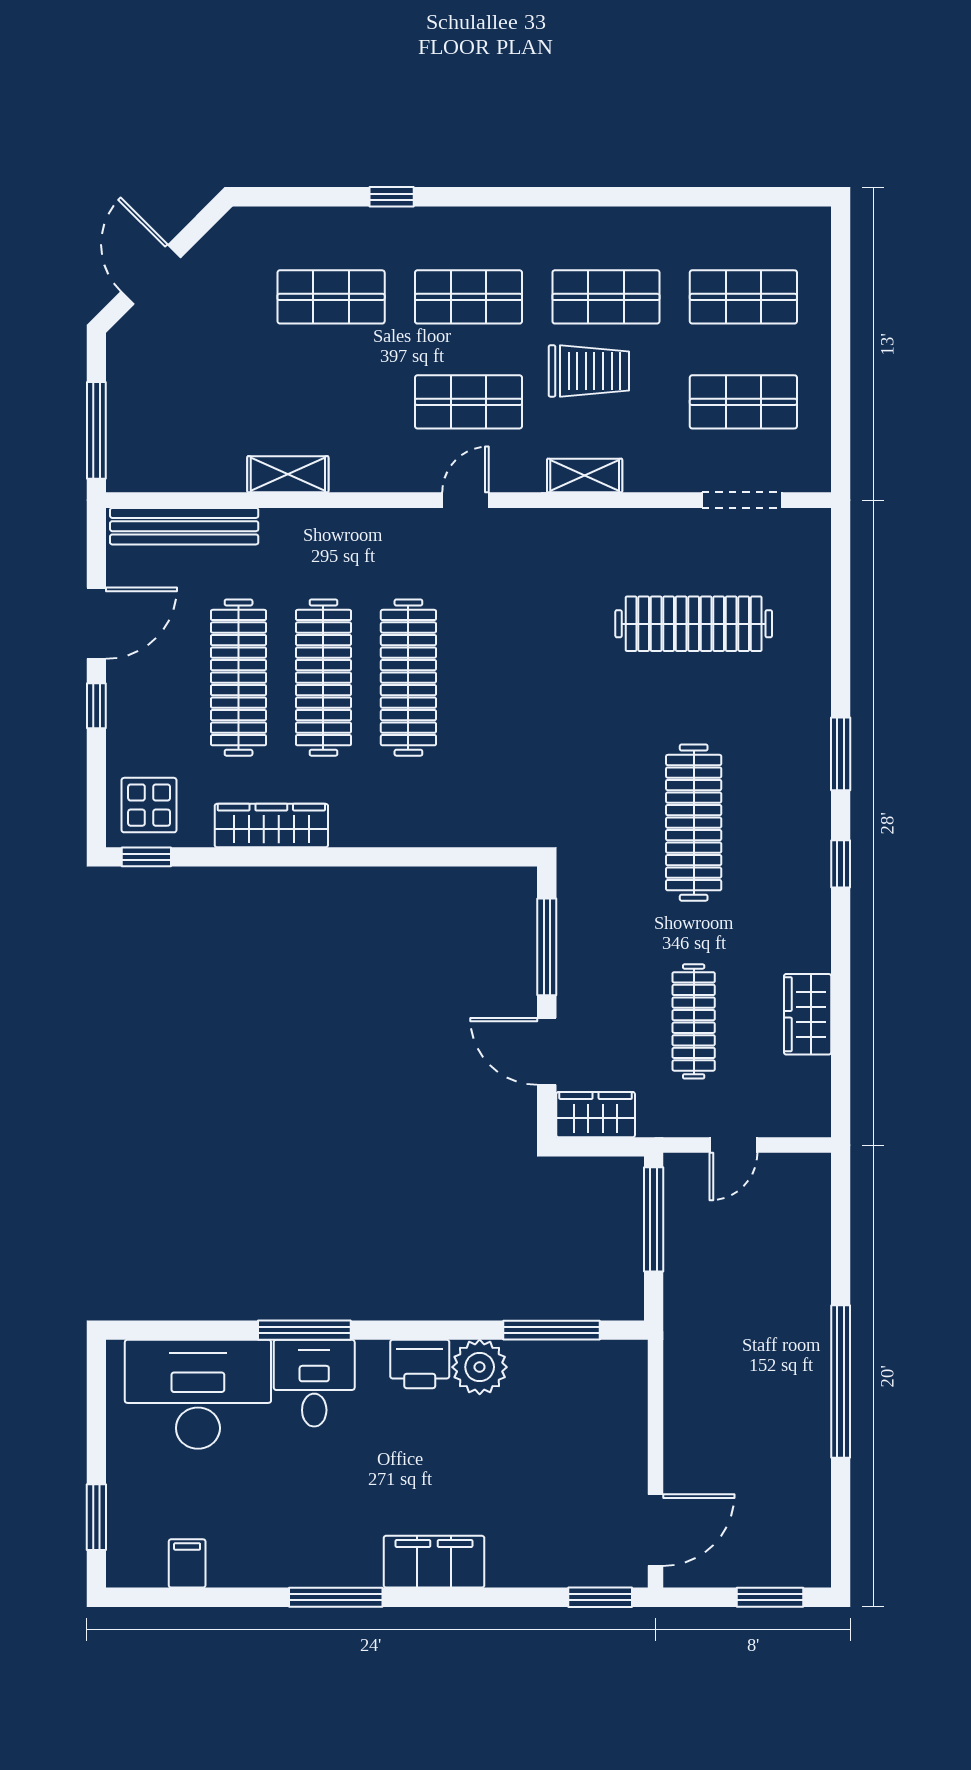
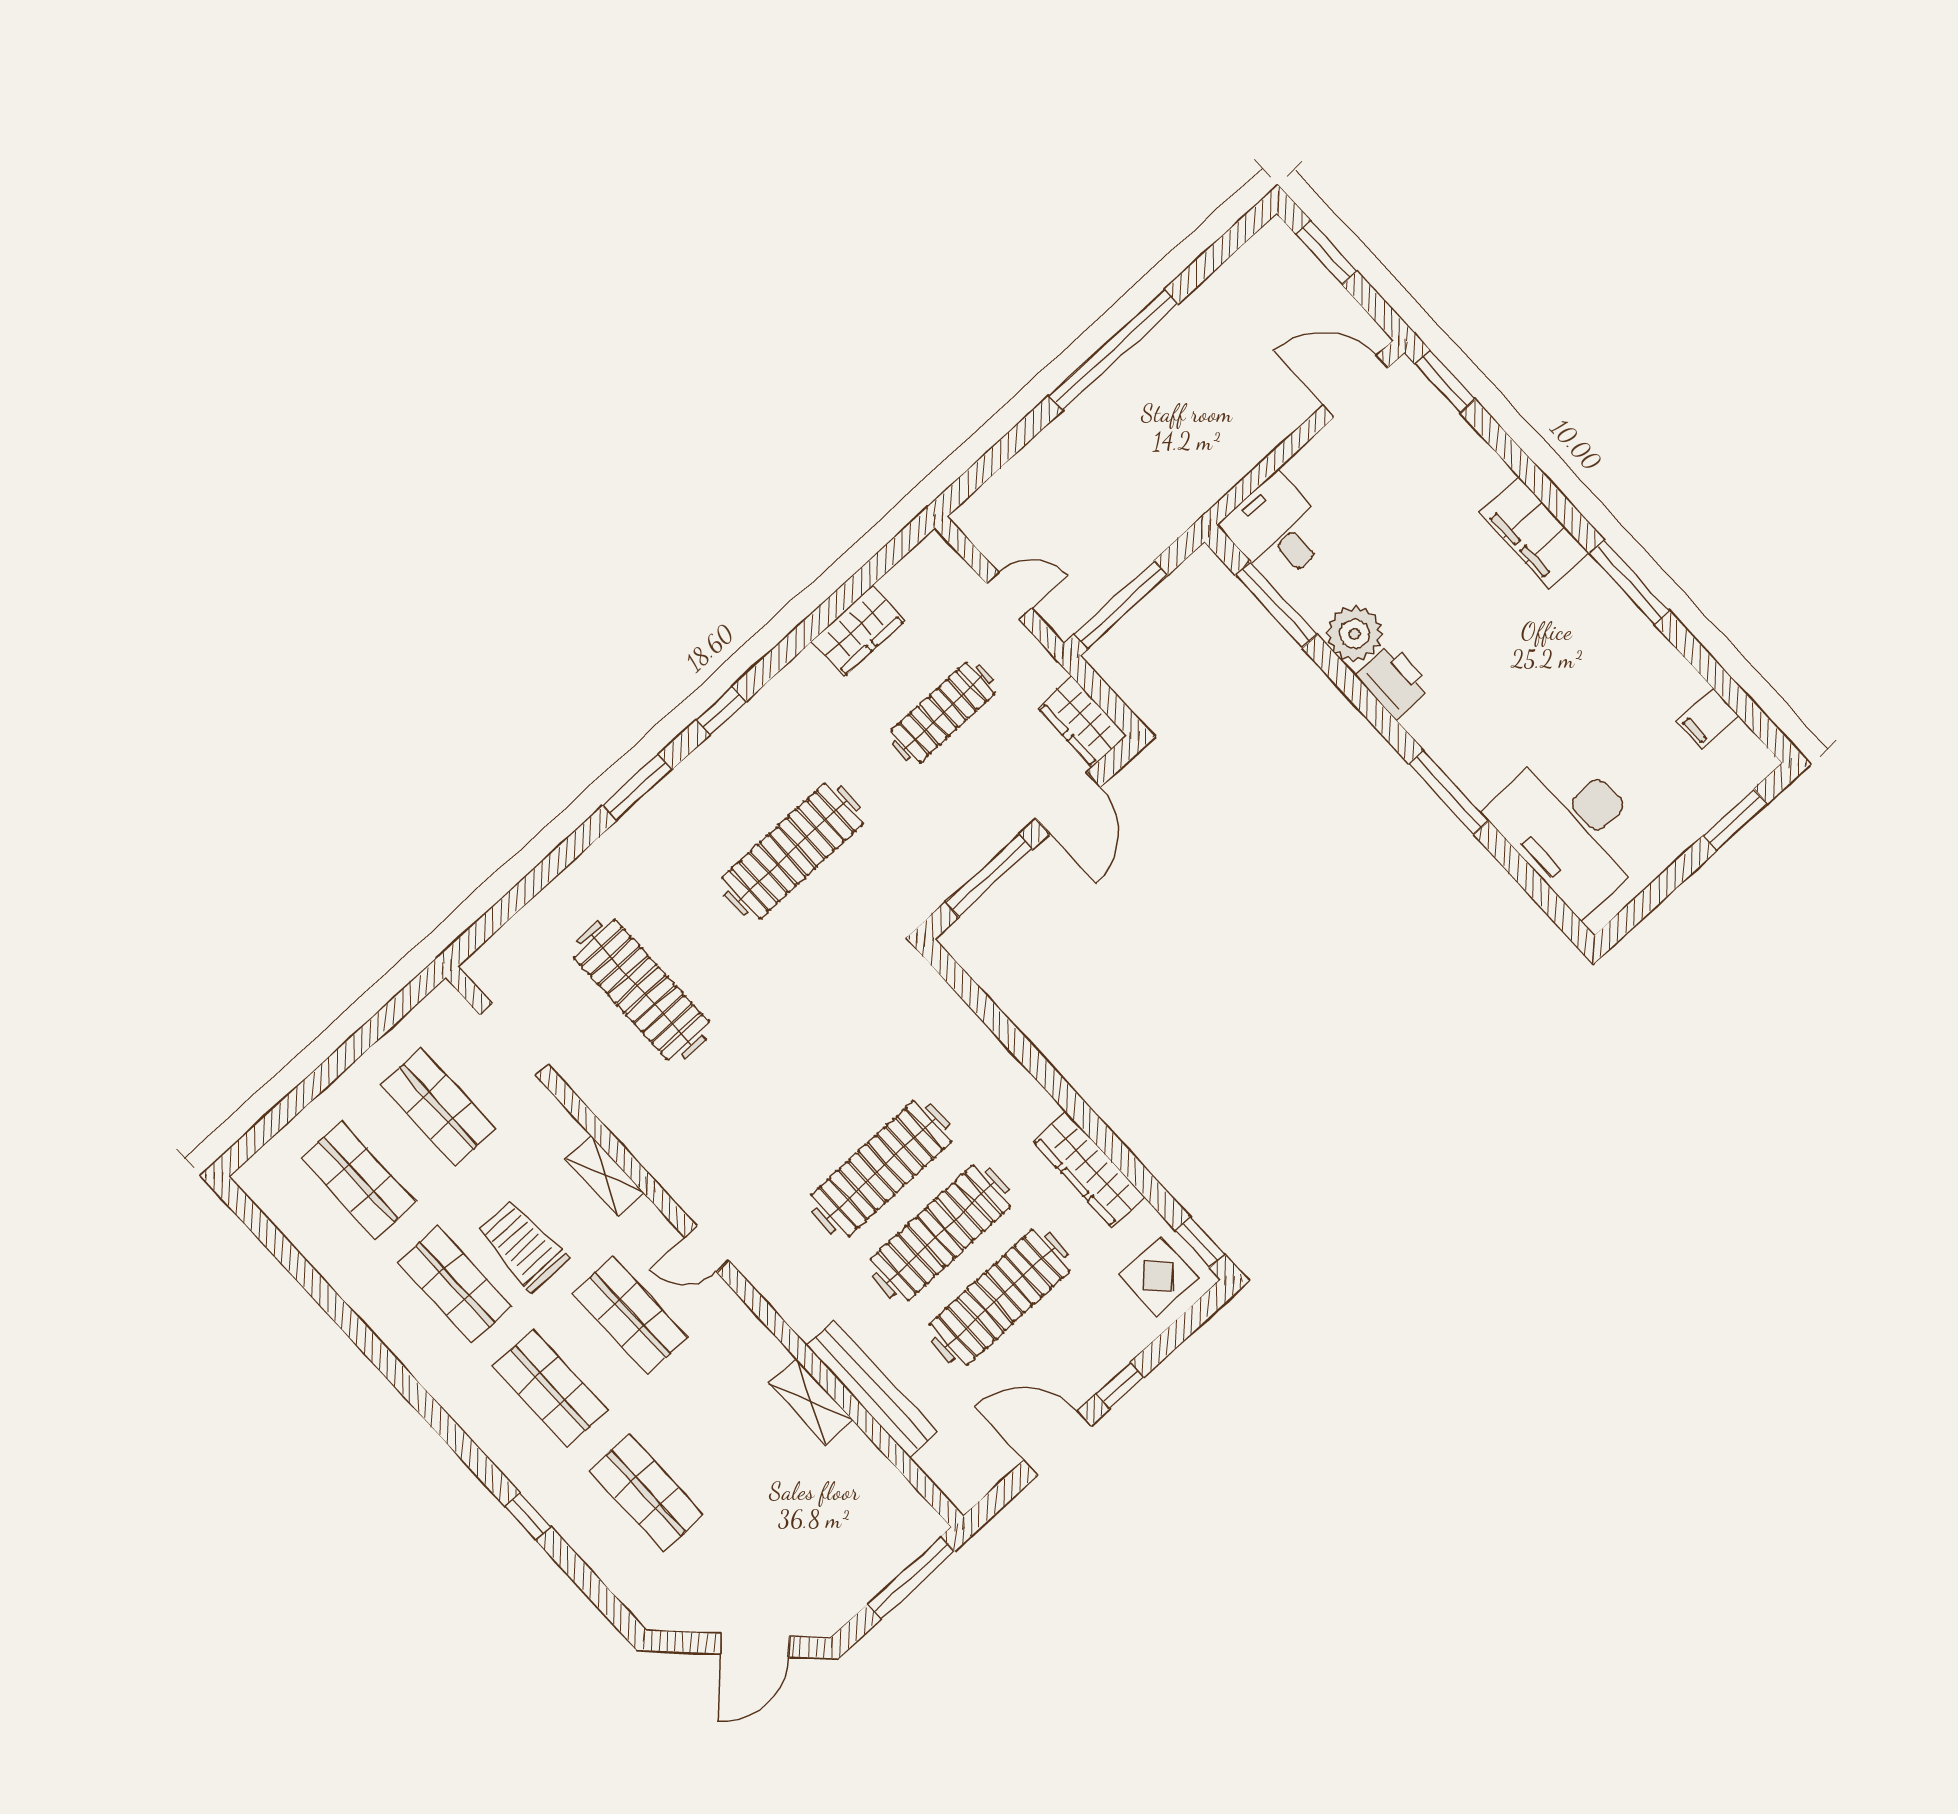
bench: (184, 526) -> (872, 1389), moved
desk: (314, 1383) -> (1277, 530), moved, turned 90

